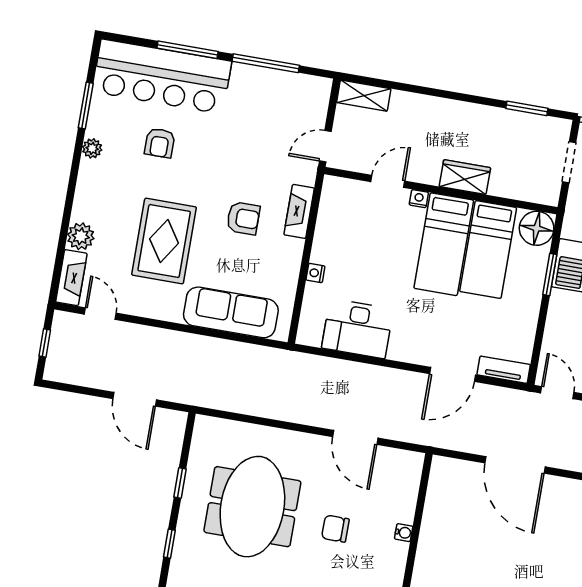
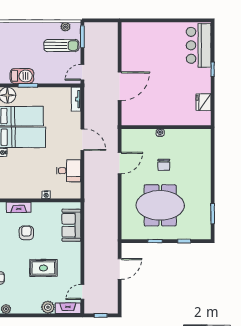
rug: (164, 241) -> (43, 268), width x0.73, depth x0.70
sofa: (231, 312) -> (71, 225), width x0.73
desk: (357, 329) -> (69, 171), width x0.73
door: (453, 374) -> (82, 140), moved

